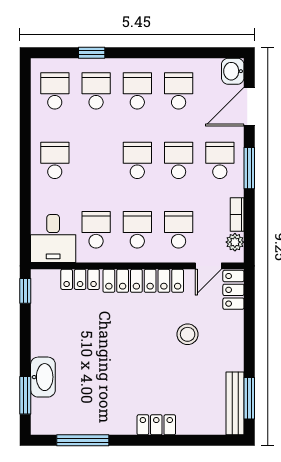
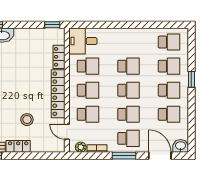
window: (92, 53) -> (191, 79), moved
school desk: (55, 160) -> (129, 66), moved
locker: (233, 290) -> (18, 146), moved

